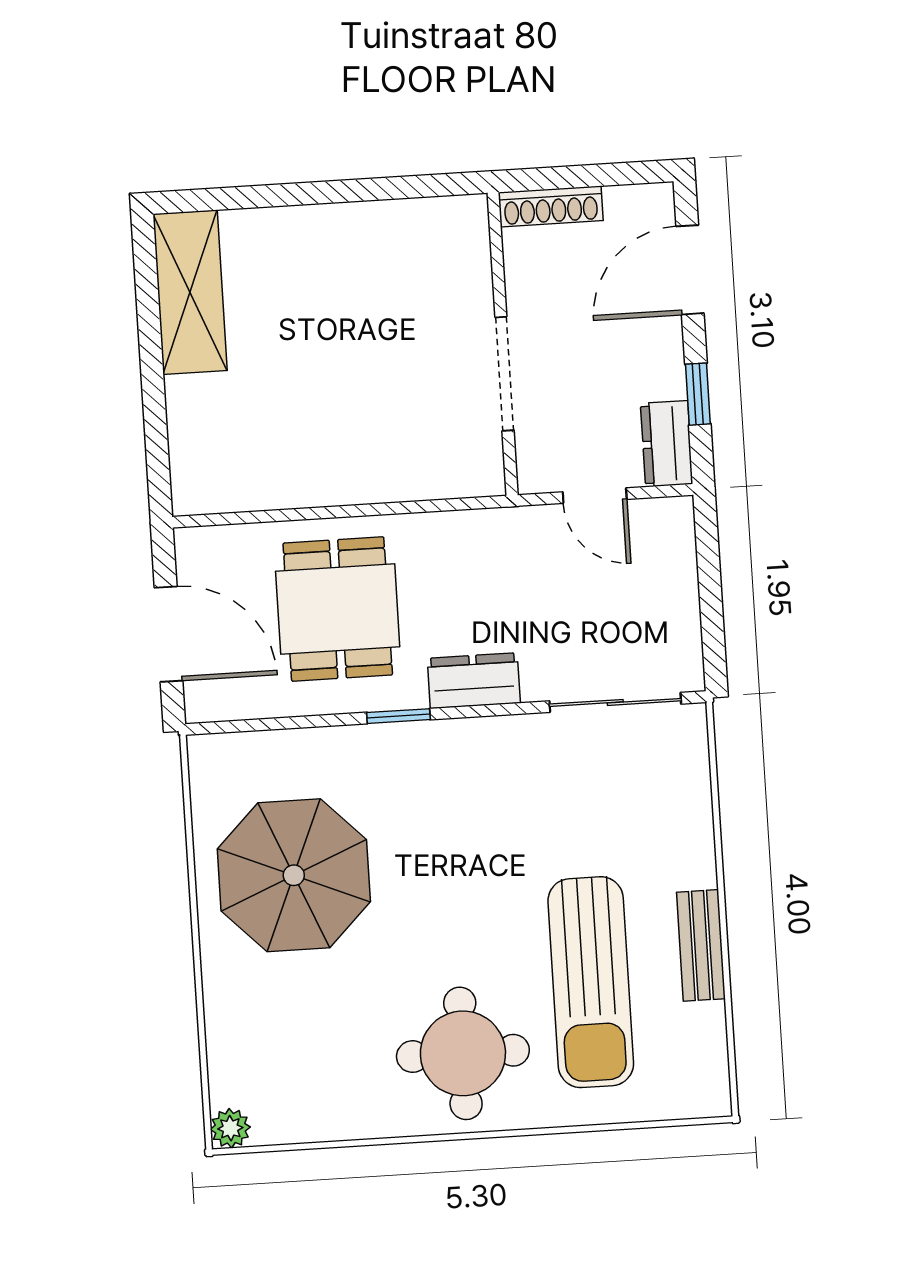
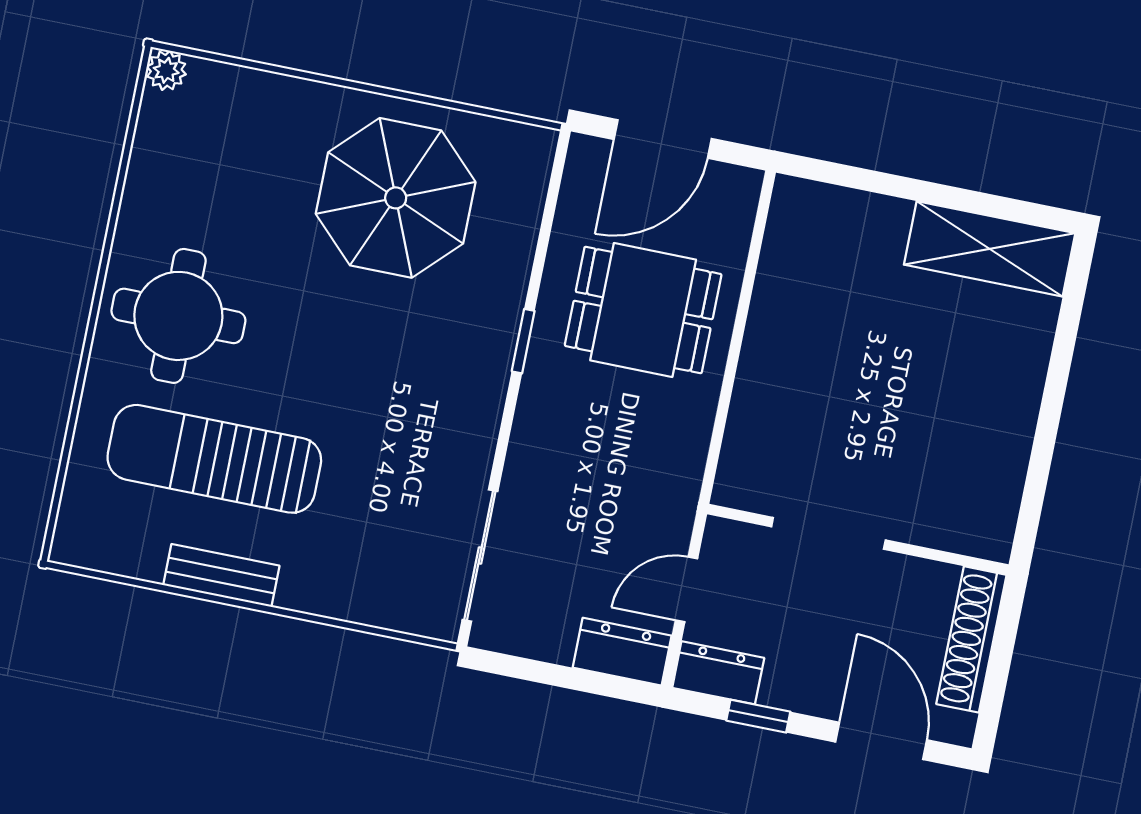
shoe rack: (551, 206) -> (971, 639), width x1.36, depth x1.24
dresser: (474, 681) -> (622, 652), moved, turned -90

